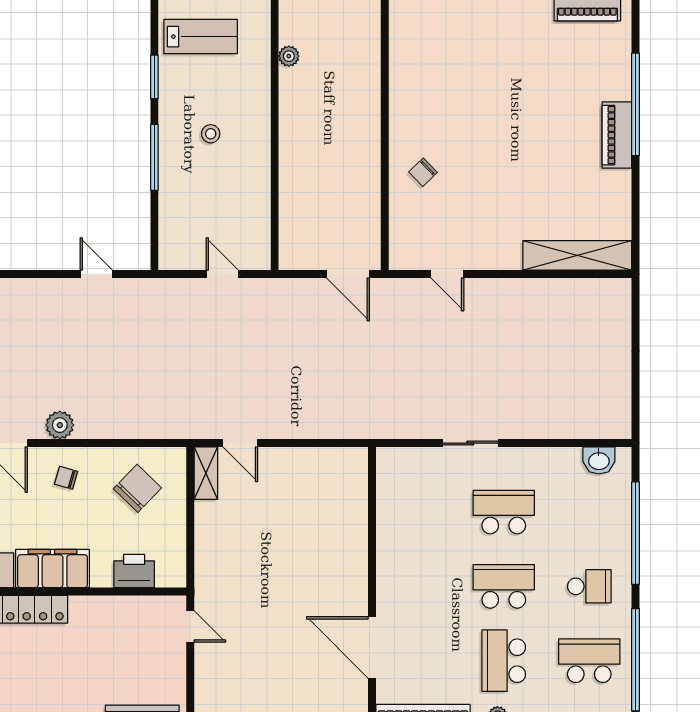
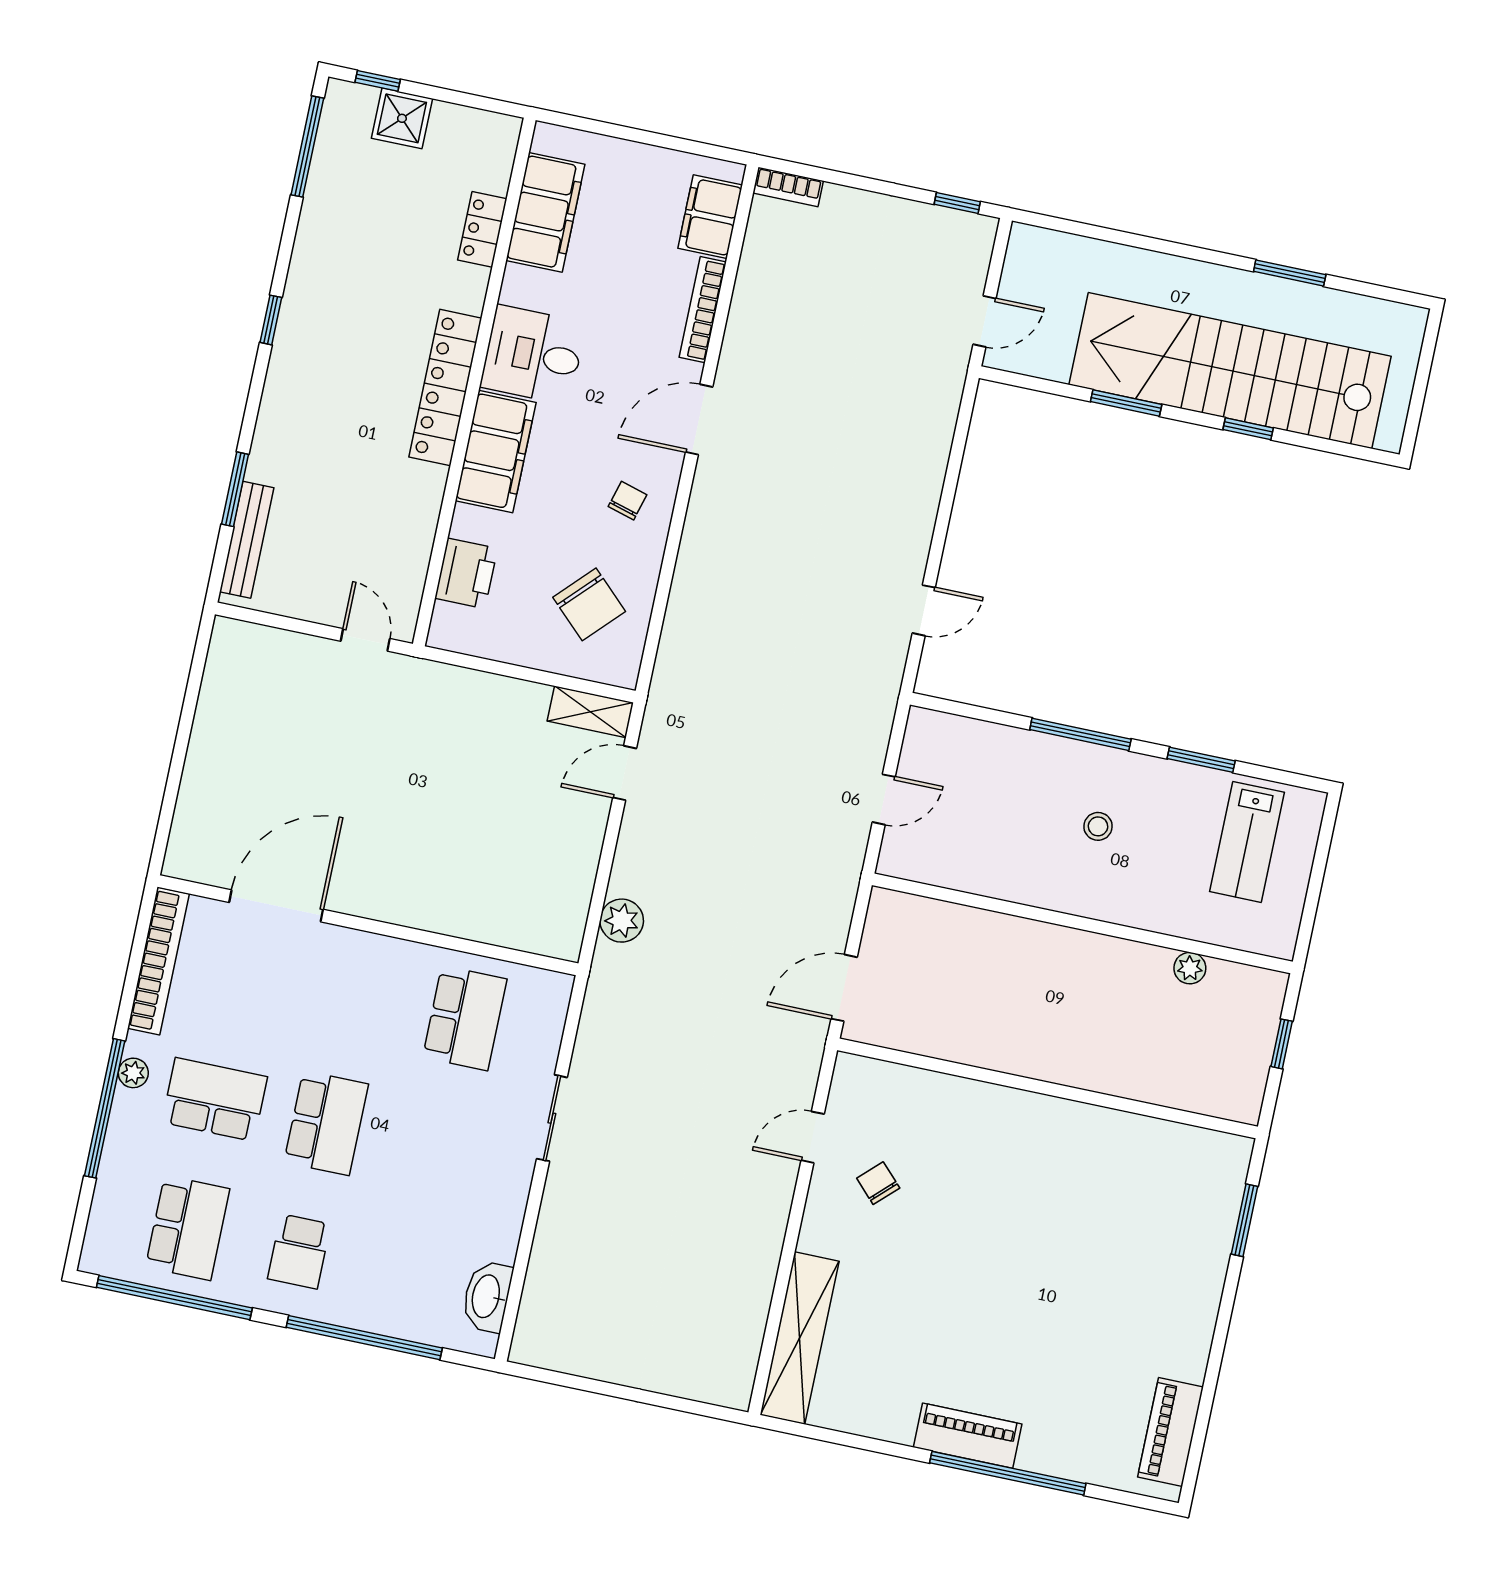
chair: (423, 172) -> (878, 1183), moved
plant: (60, 425) -> (622, 921), moved
washbasin: (599, 460) -> (487, 1296), width x1.38
school desk: (504, 512) -> (465, 1018), moved
door: (190, 626) -> (365, 640), swing flipped

